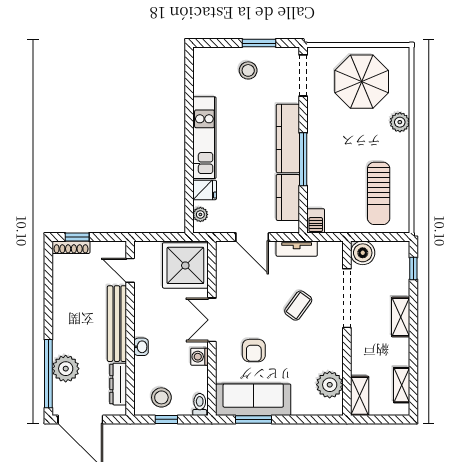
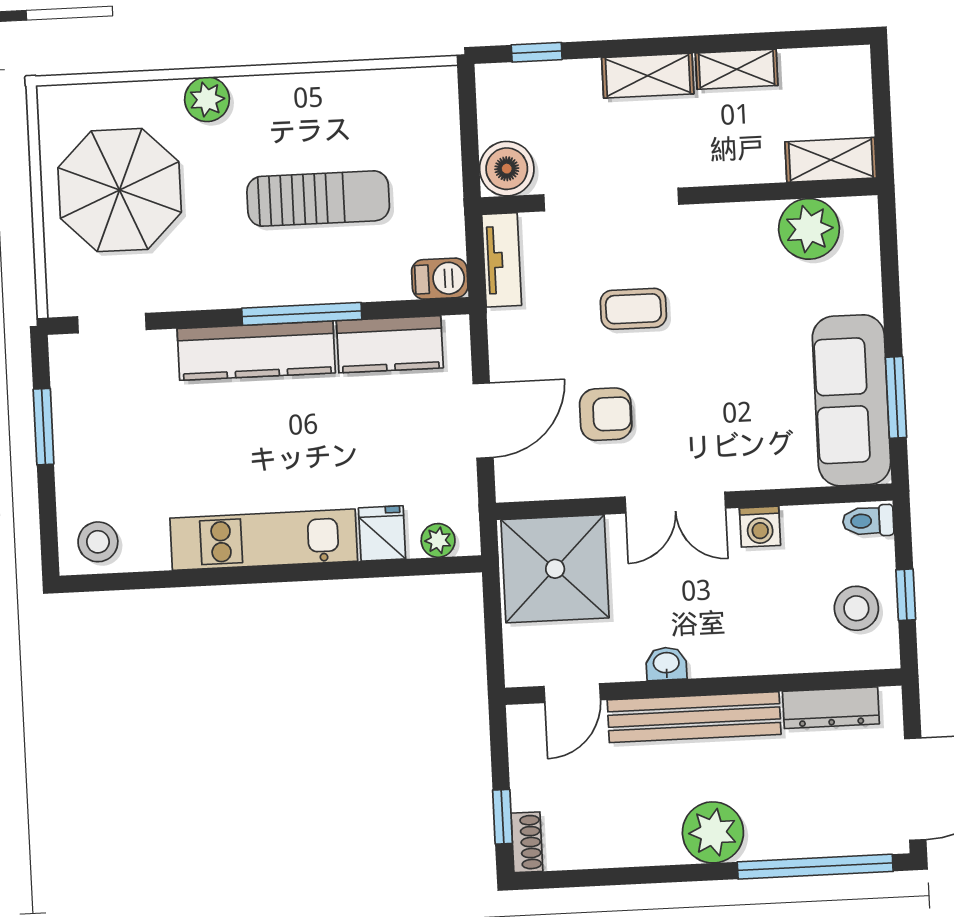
stool: (248, 70) -> (98, 542), moved
doorway: (303, 75) -> (112, 323), width x0.73
sun lounger: (379, 193) -> (318, 199), moved
shoe rack: (71, 247) -> (527, 842), width x0.70
tv unit: (297, 249) -> (502, 260), moved
coffee table: (298, 306) -> (633, 309), turned -36
washbasin: (141, 347) -> (666, 664), moved
armchair: (254, 351) -> (606, 414), moved
plant: (66, 369) -> (713, 832), moved
shelving: (402, 385) -> (737, 69), moved

